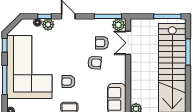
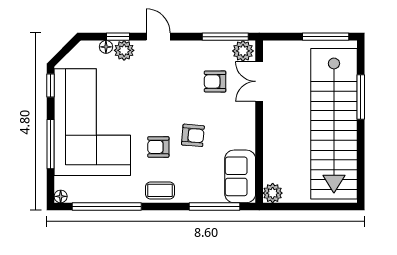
armchair: (95, 63) -> (193, 135), moved

